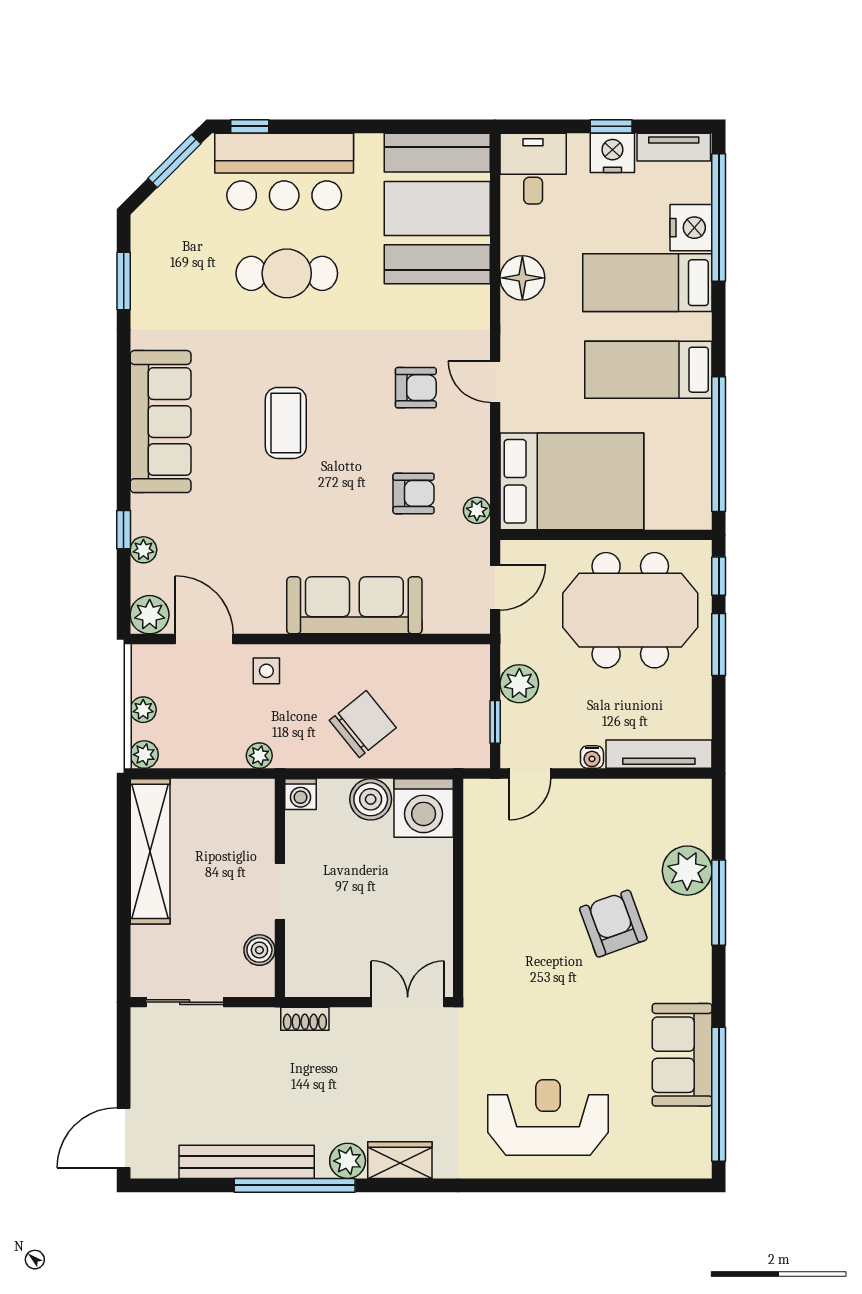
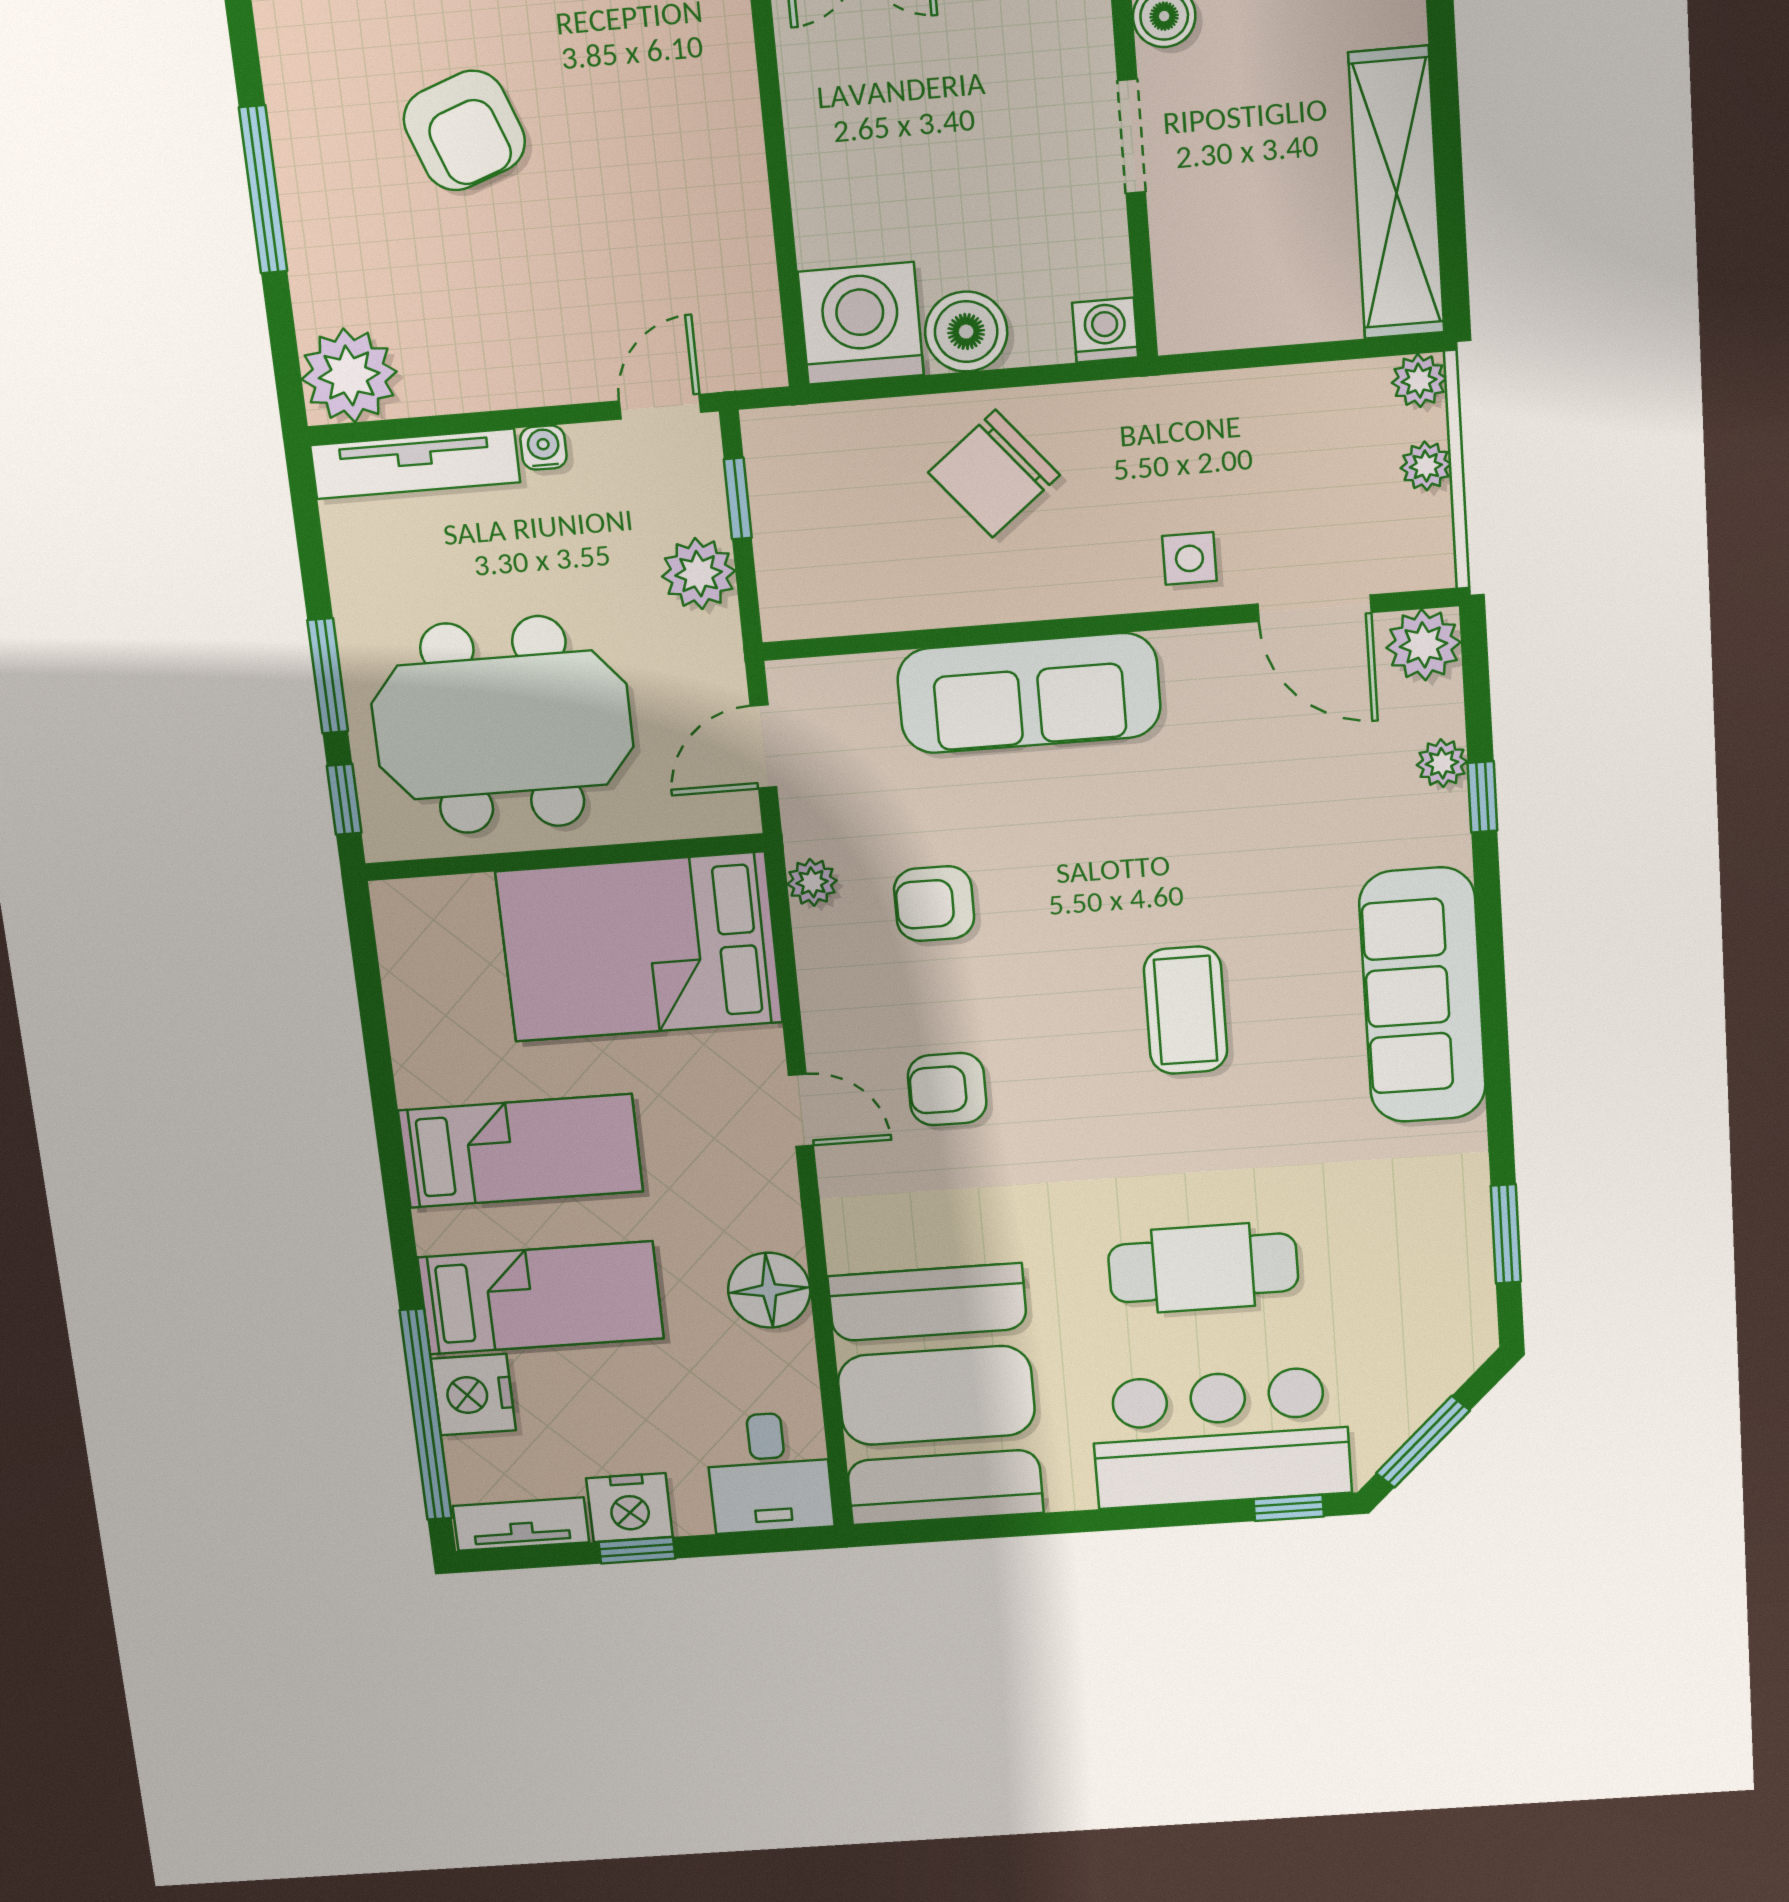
window: (719, 444) -> (375, 1032), removed
plant: (259, 756) -> (1192, 397), removed
plant: (687, 871) -> (349, 375), moved

